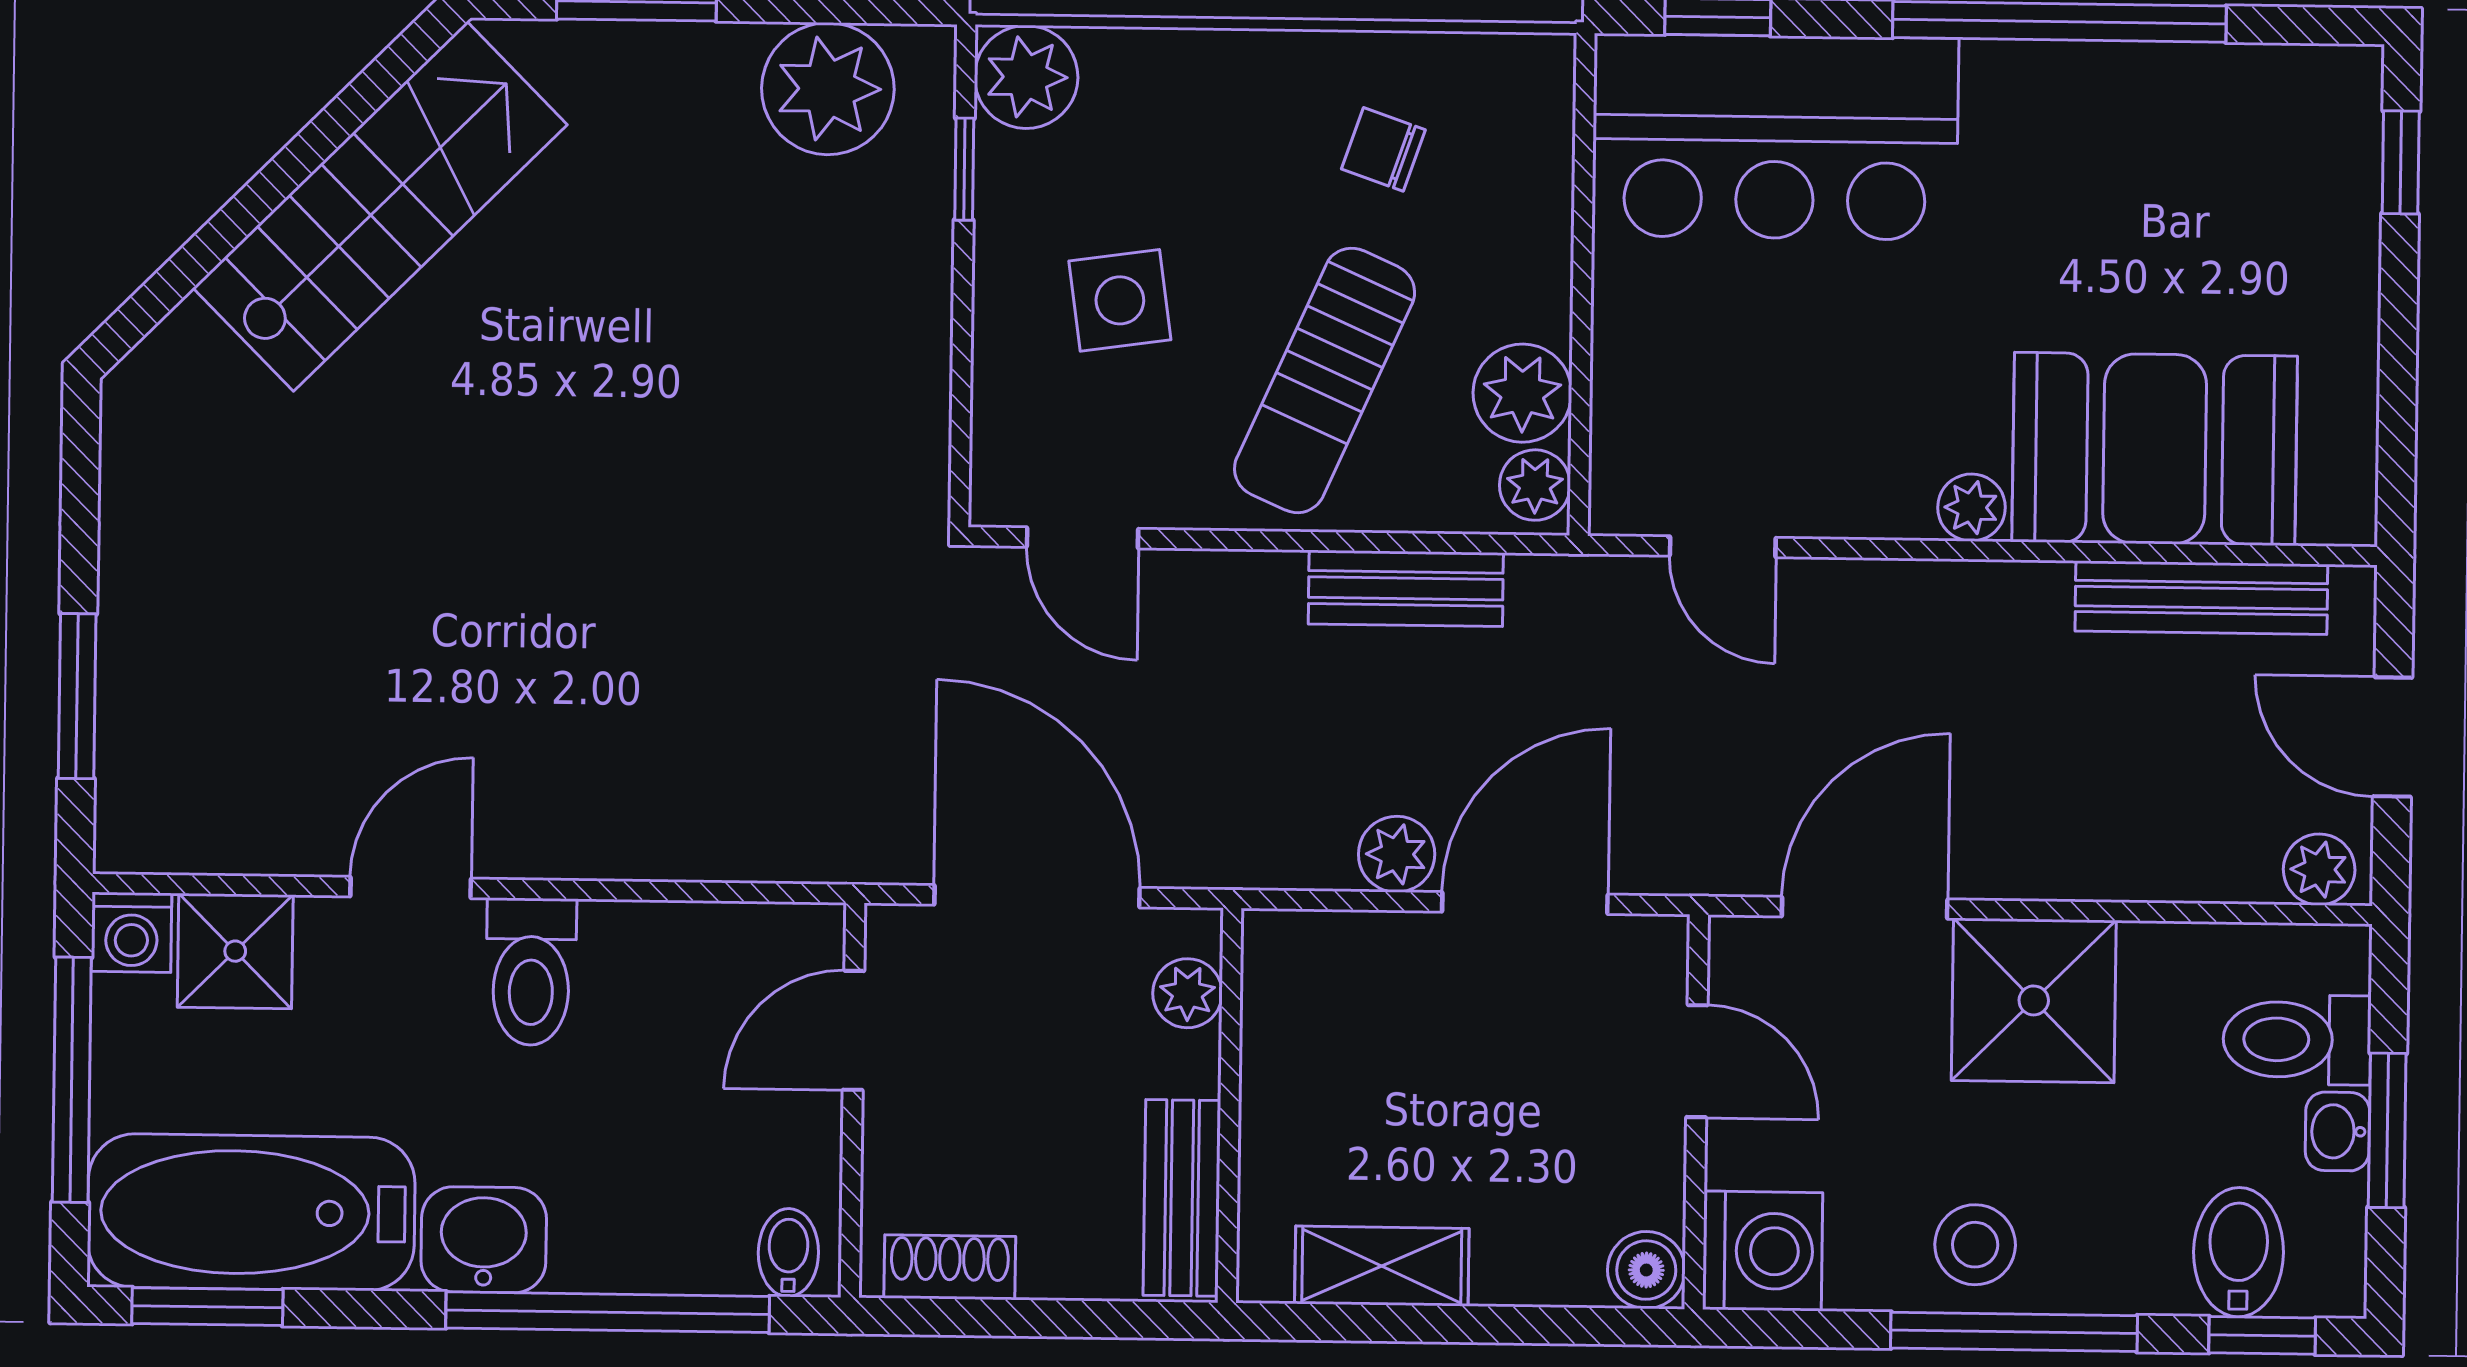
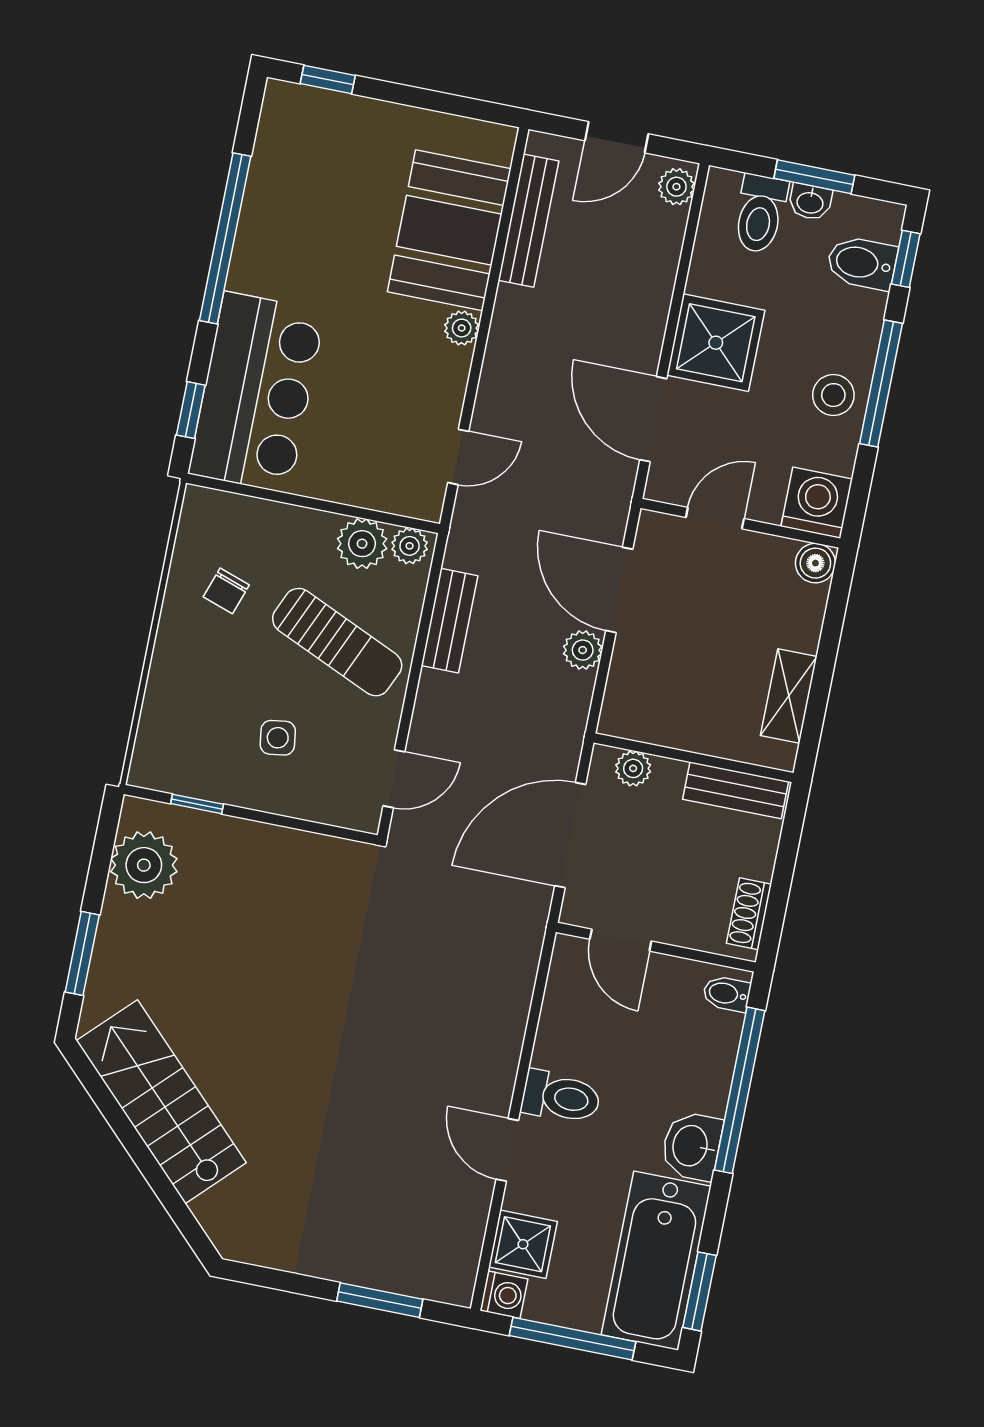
plant: (1026, 77) -> (156, 764), removed
side table: (1120, 300) -> (278, 738), width x0.73, depth x0.73

